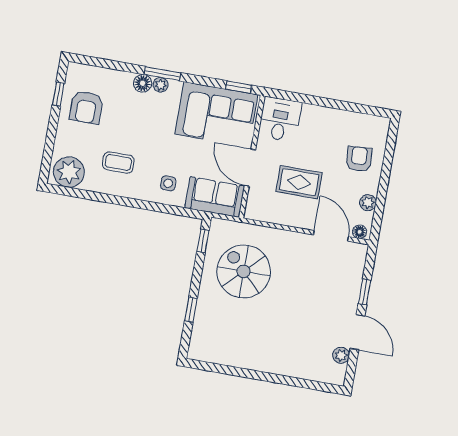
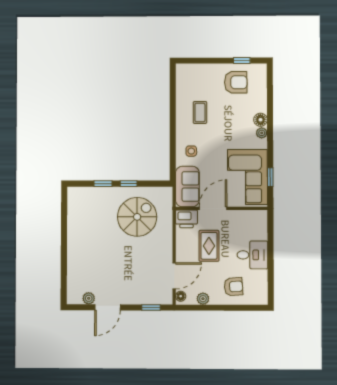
window: (162, 74) -> (270, 133), removed
window: (239, 87) -> (270, 177), moved
armchair: (86, 107) -> (236, 82), turned 180
desk: (280, 119) -> (252, 255), moved
plant: (69, 172) -> (187, 78), removed
printer: (258, 206) -> (186, 219), added
window: (203, 241) -> (129, 184), moved
window: (365, 292) -> (151, 307), moved

